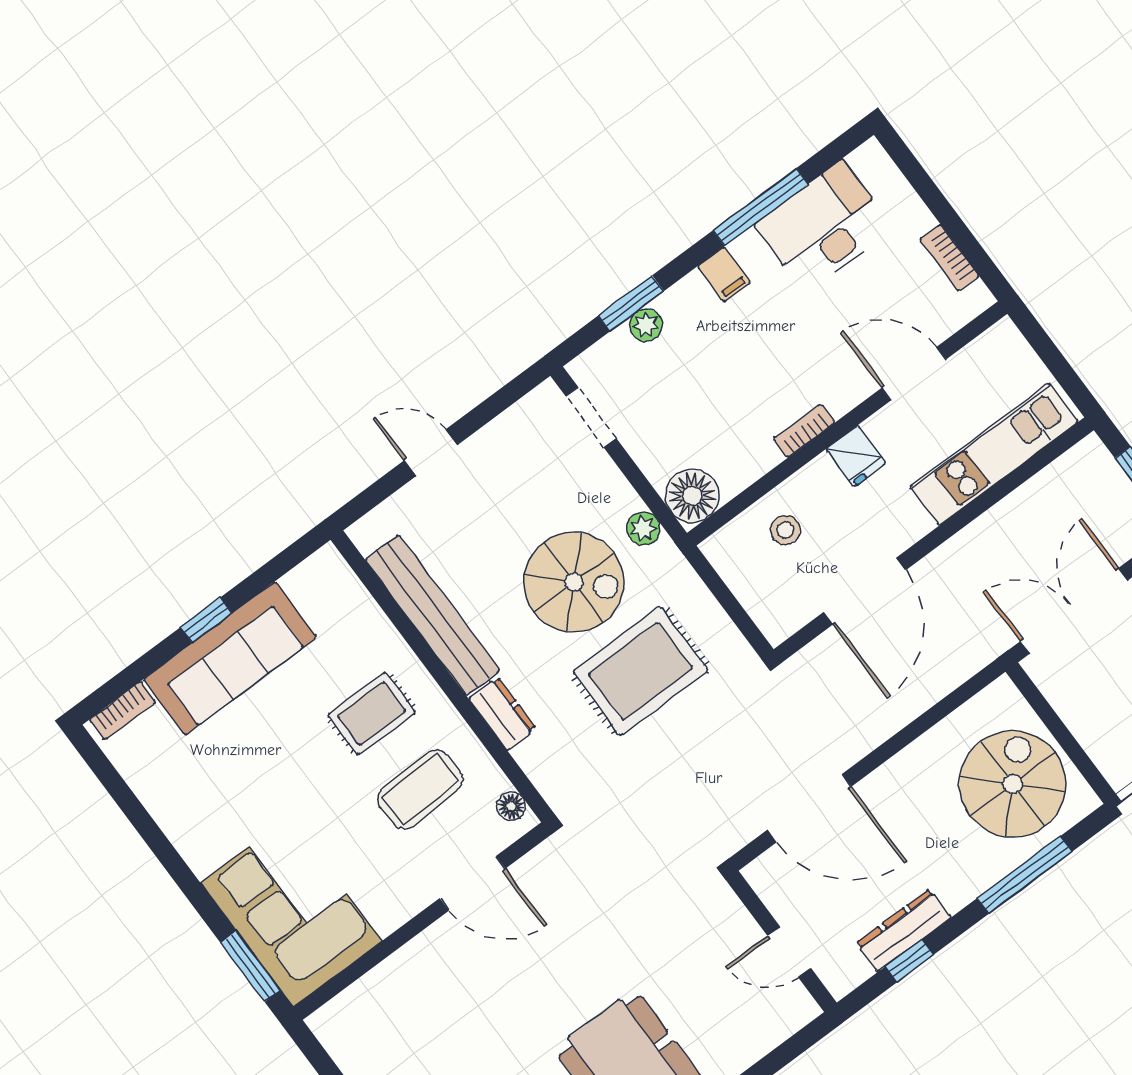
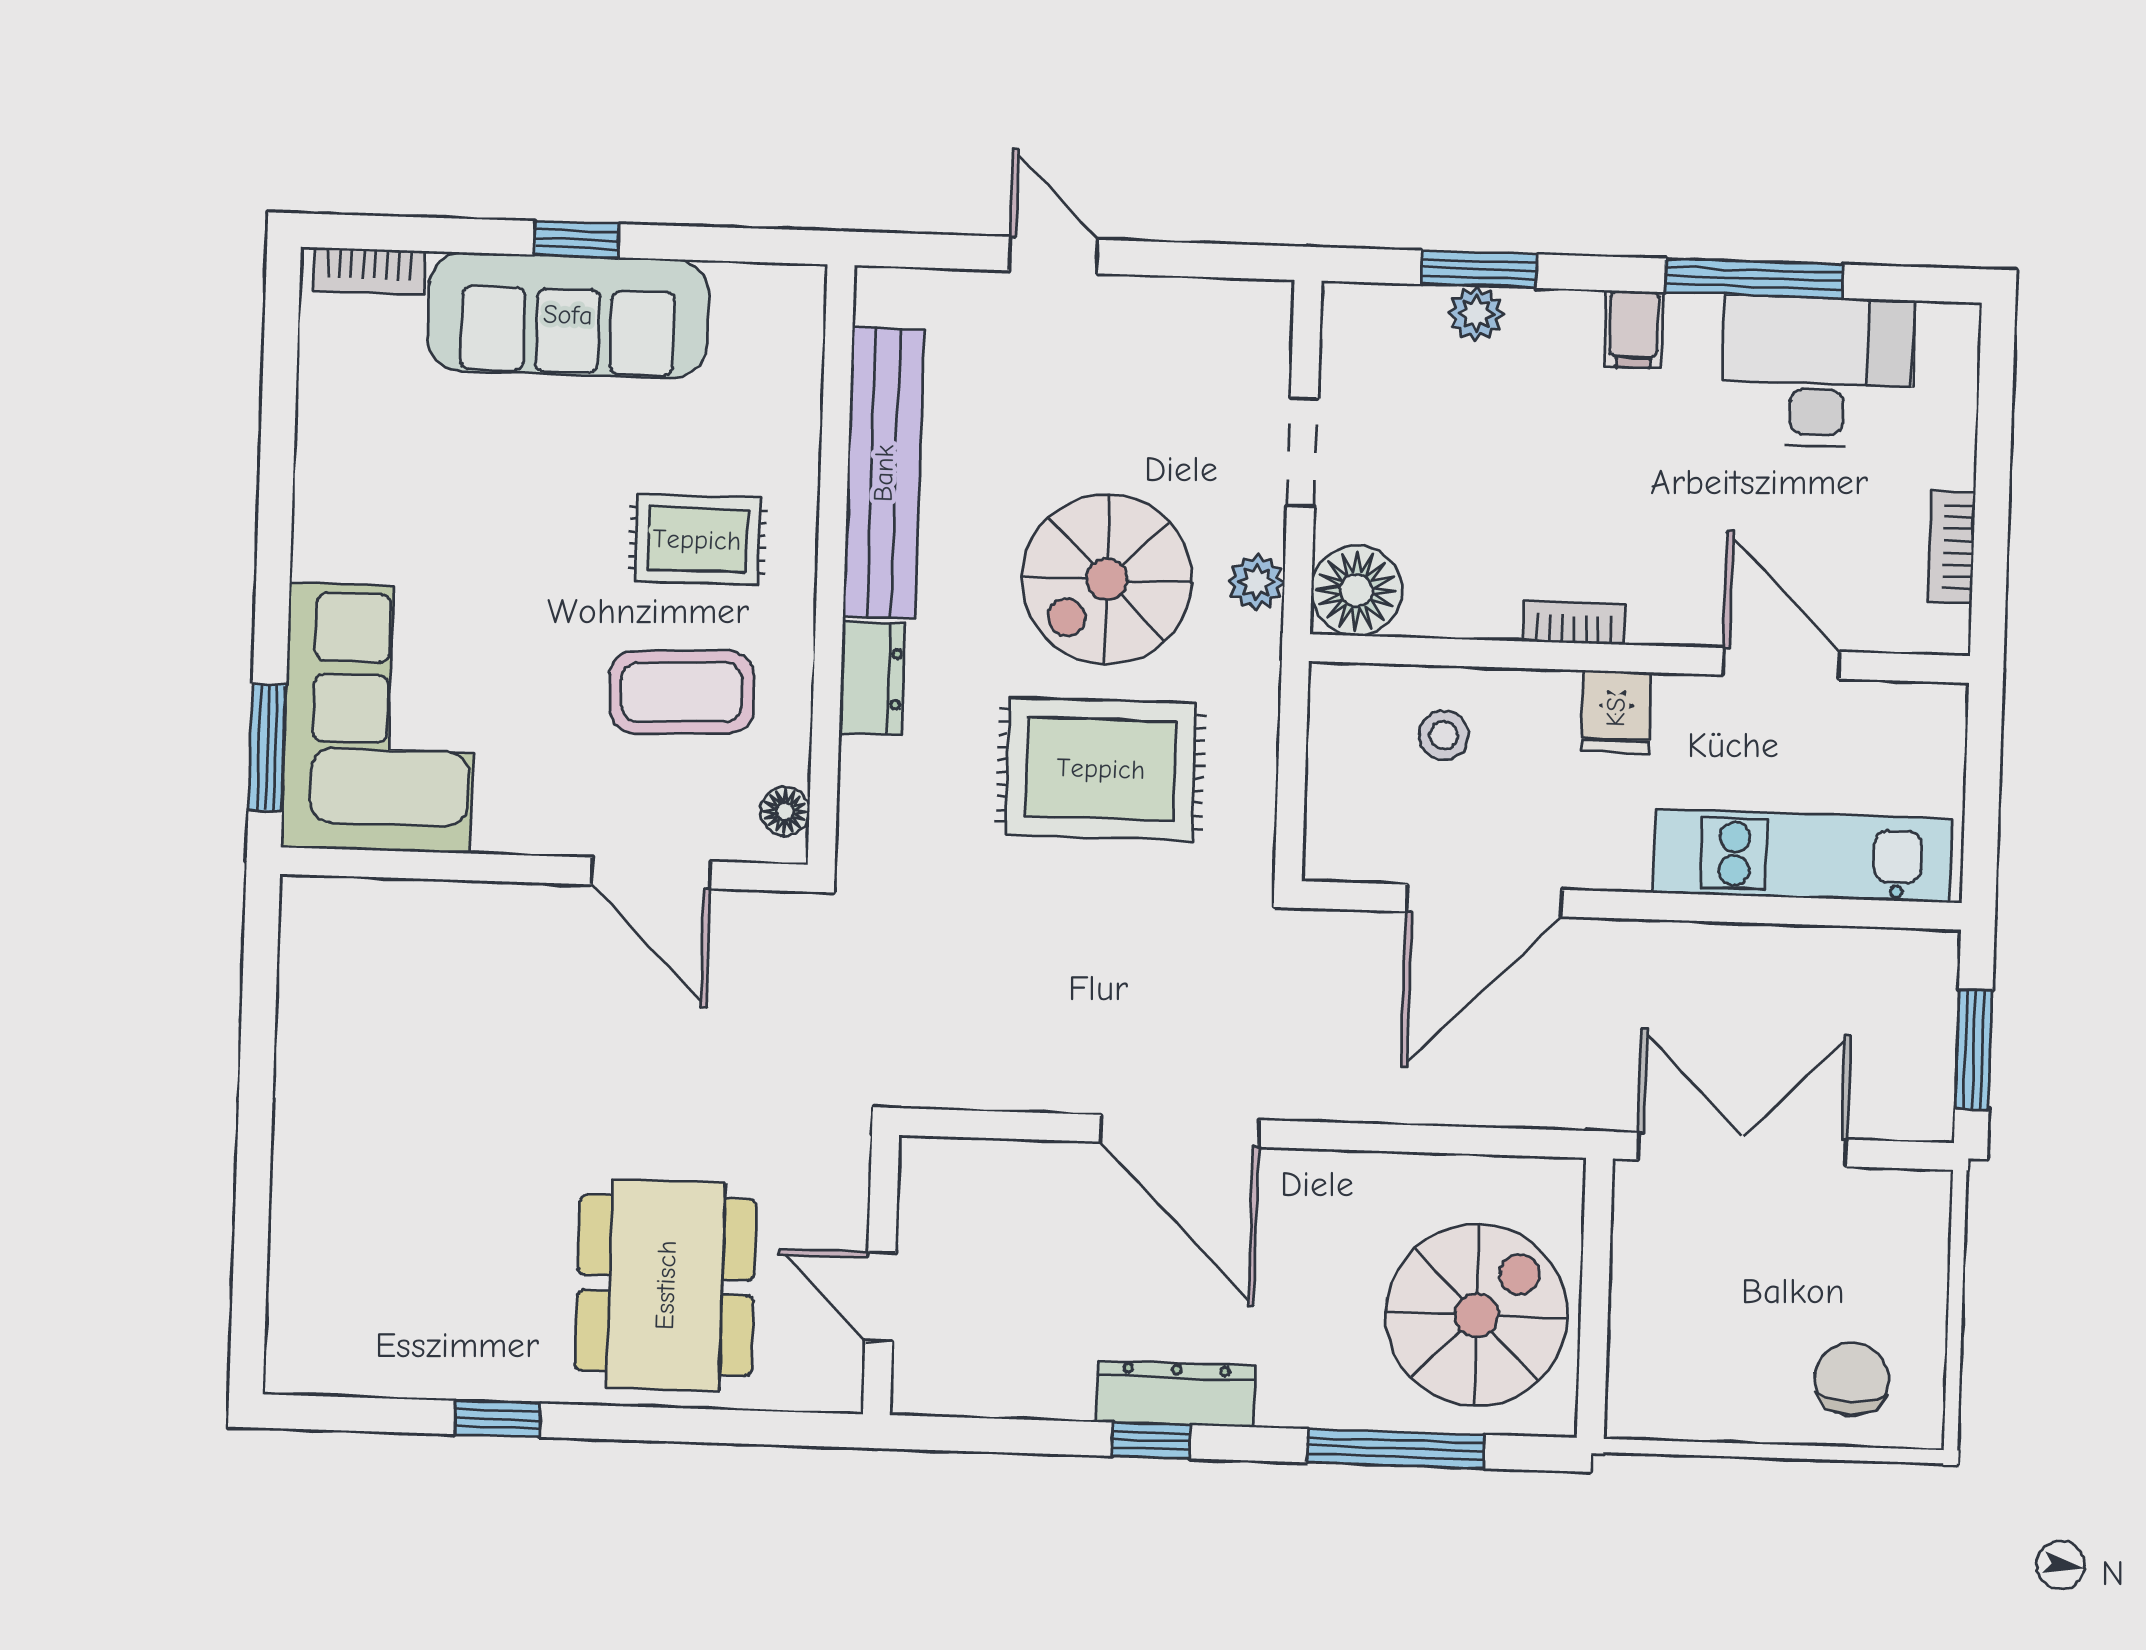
doorway: (591, 417) -> (1302, 452), moved
spiral stairs: (574, 582) -> (1107, 579), turned 90
wall: (781, 941) -> (881, 1275), moved
door: (789, 952) -> (880, 1297), moved

